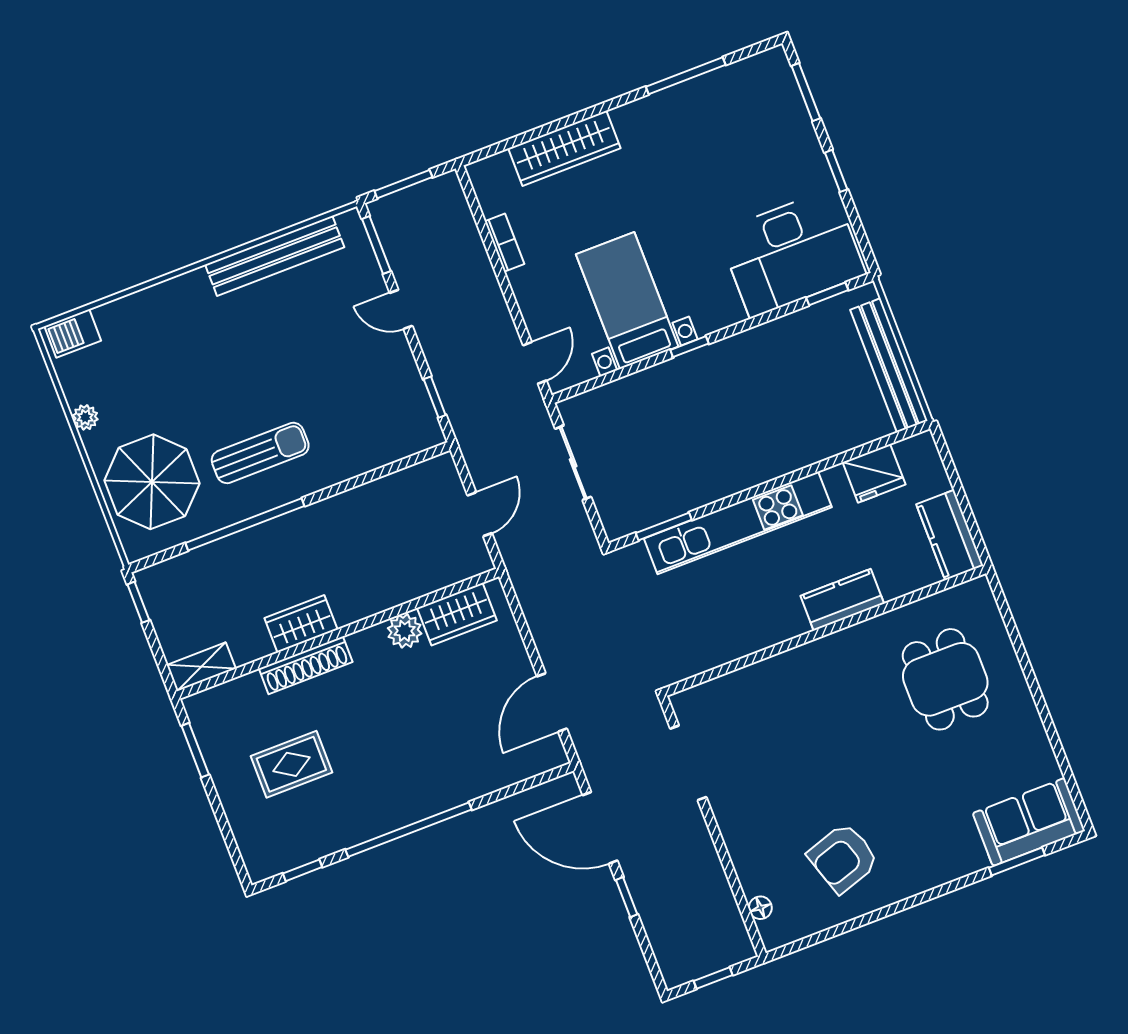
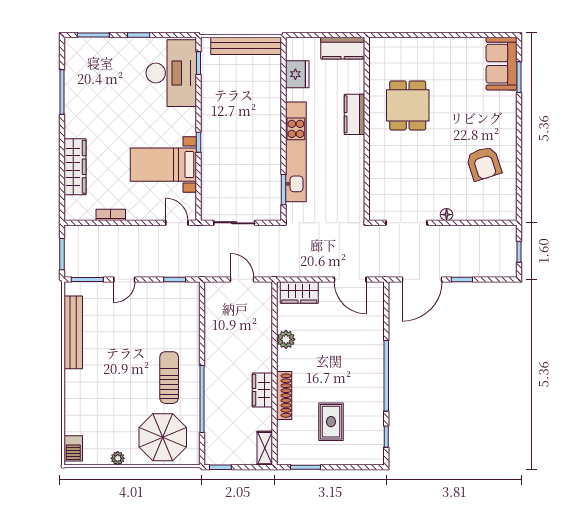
wardrobe: (457, 614) -> (299, 292), moved, turned 90
dining table: (945, 679) -> (408, 105), moved, turned 90
floor lamp: (760, 908) -> (447, 215), moved

